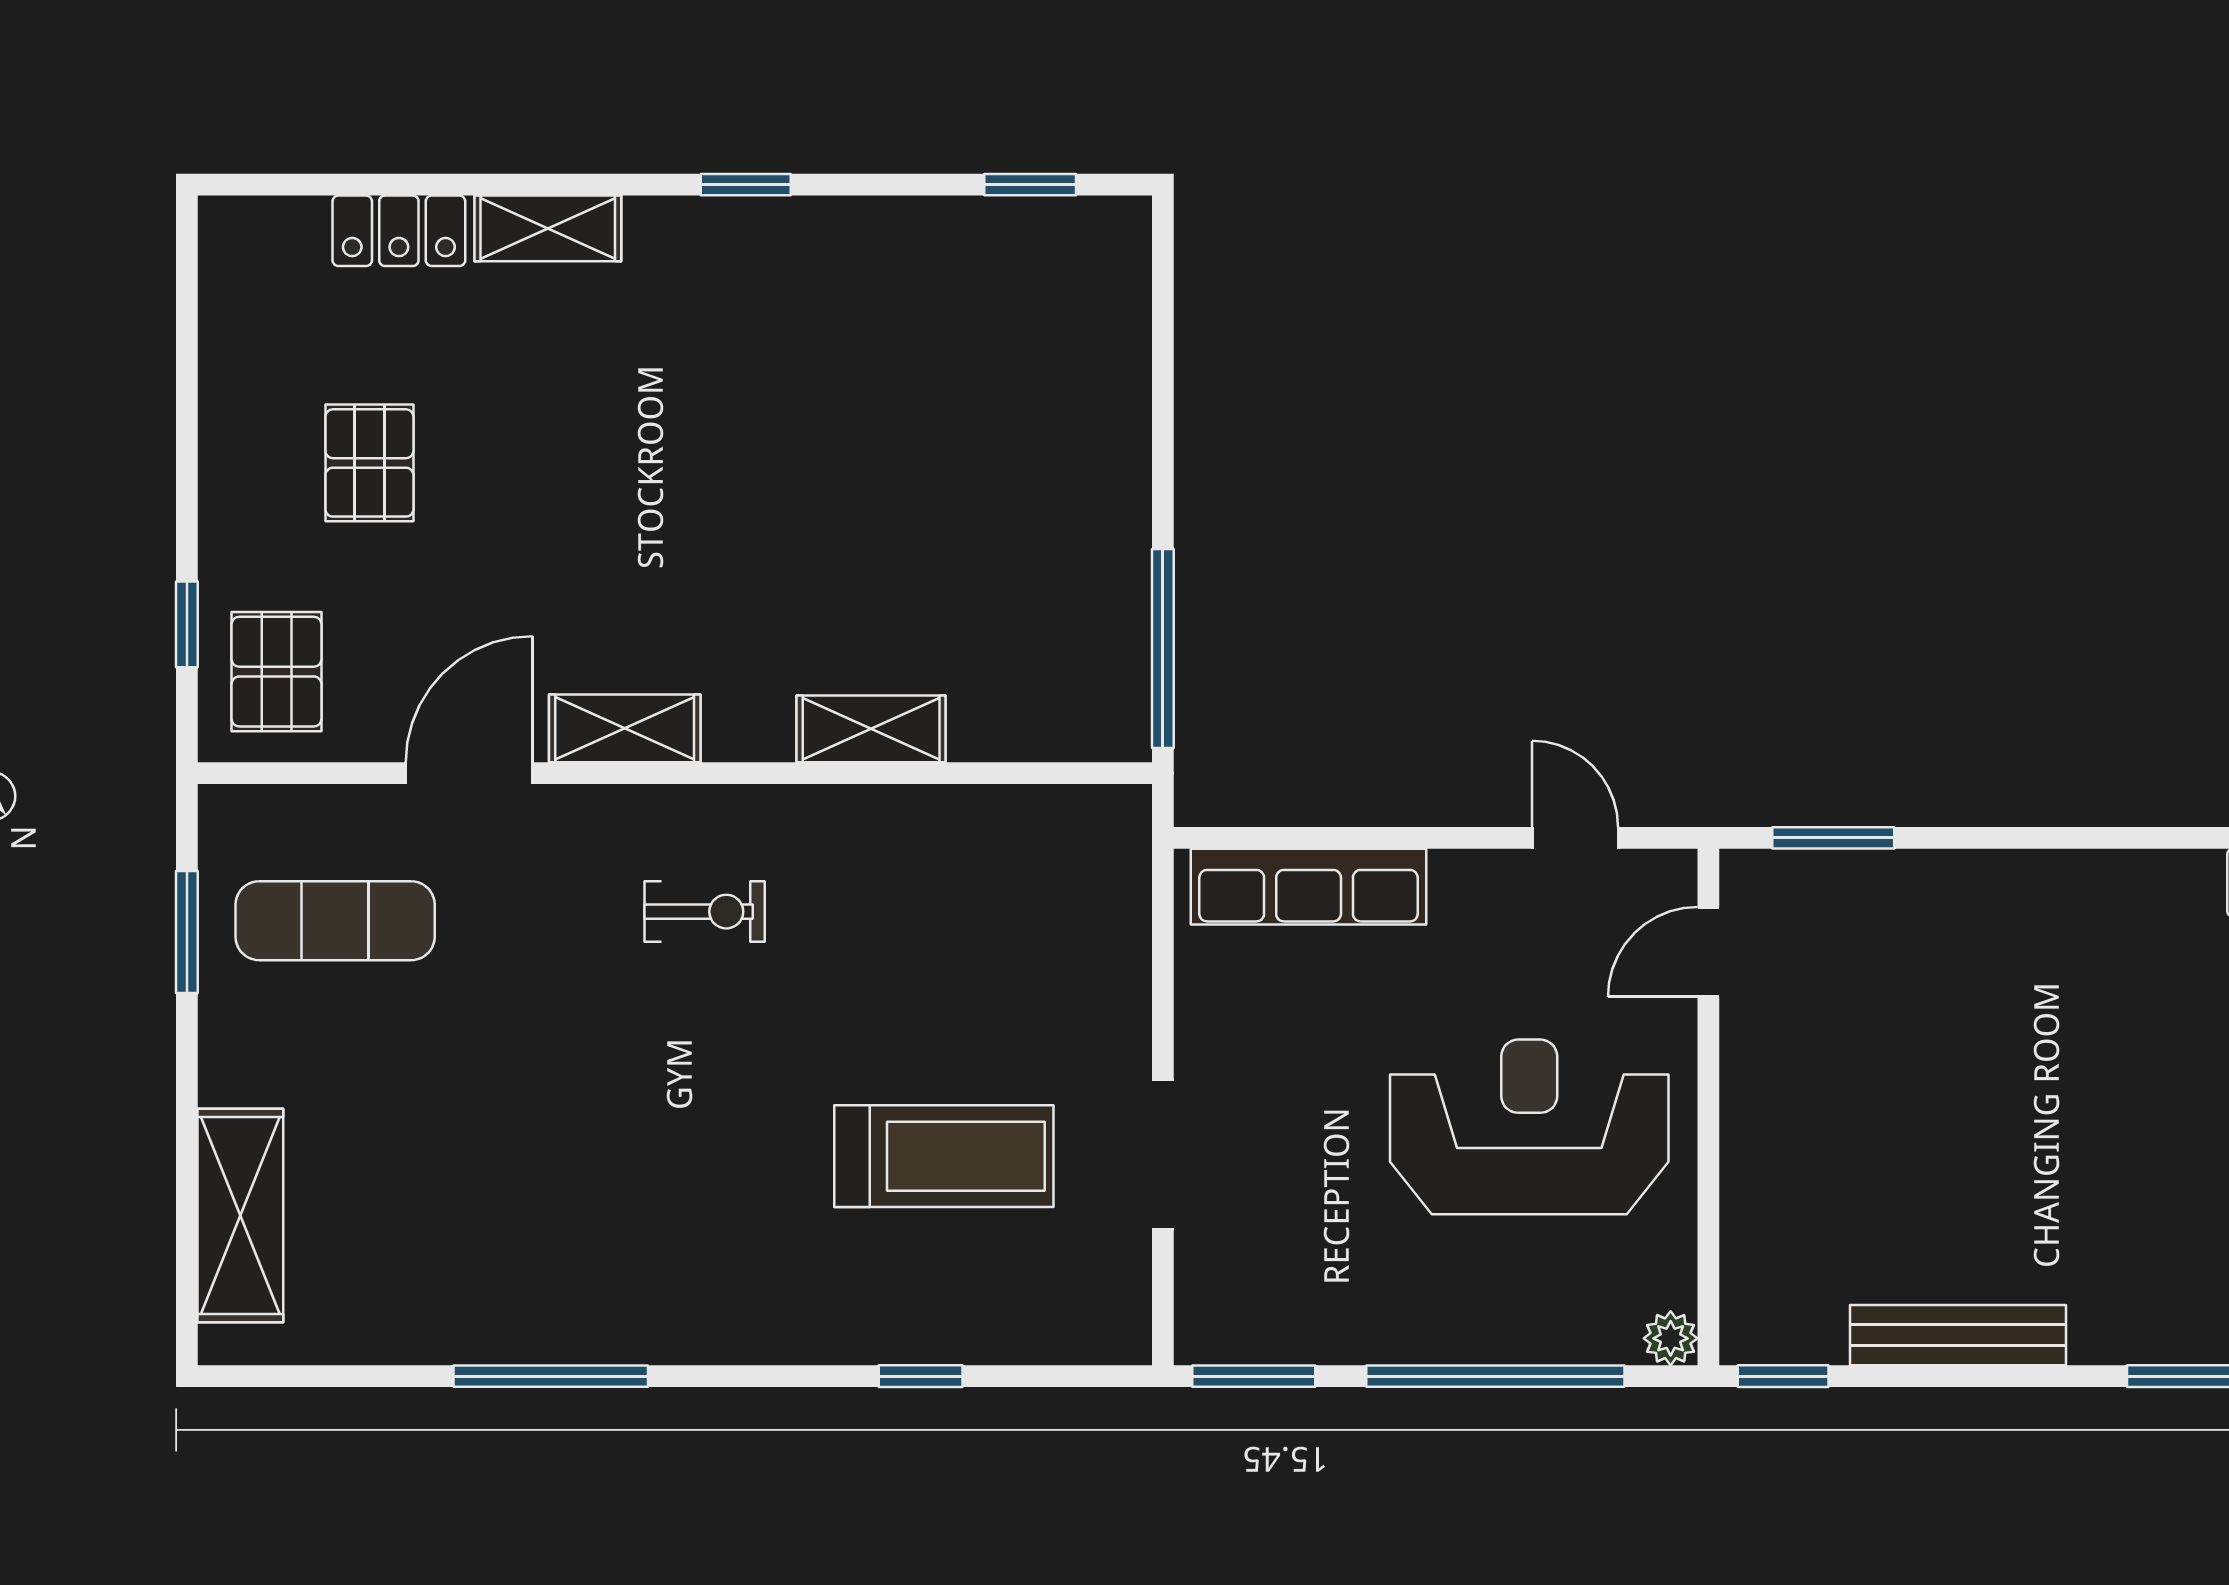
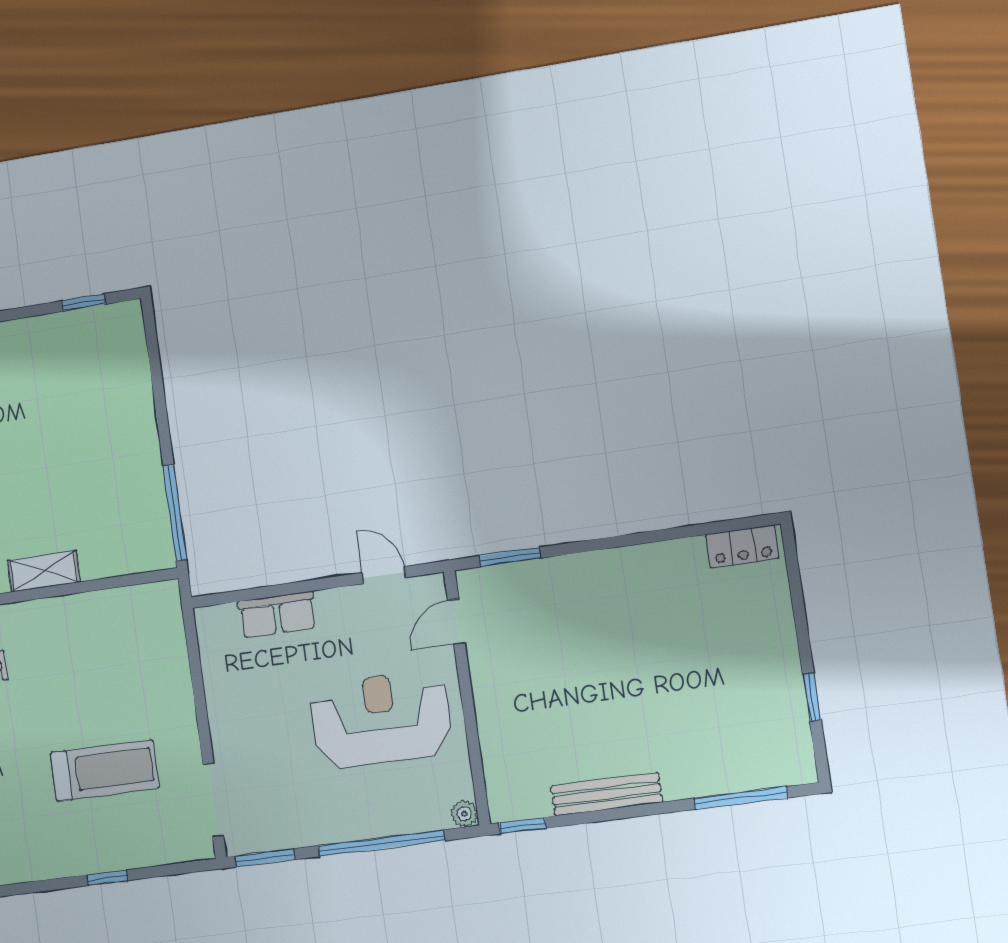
row of seats: (1309, 887) -> (277, 614), width x0.68
doorway: (1163, 1154) -> (213, 800), moved

